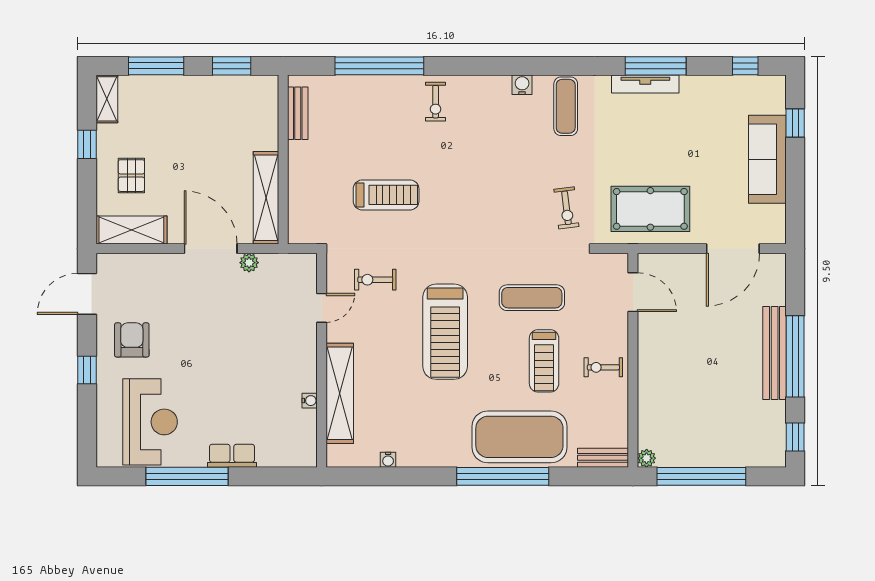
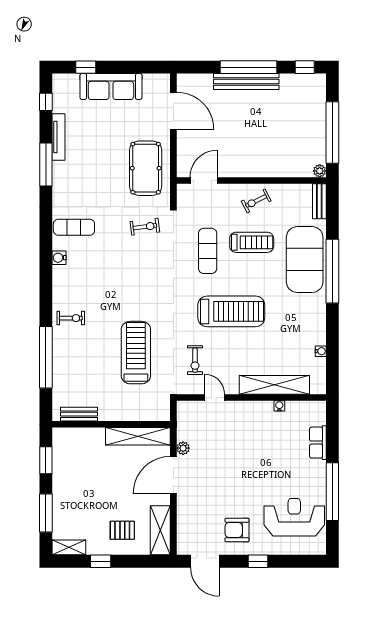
tv unit: (645, 84) -> (59, 137), moved
treadmill: (386, 195) -> (136, 353), width x1.37, depth x1.38
exercise bike: (603, 367) -> (256, 201), turned 63
row of seats: (232, 456) -> (318, 443), moved

